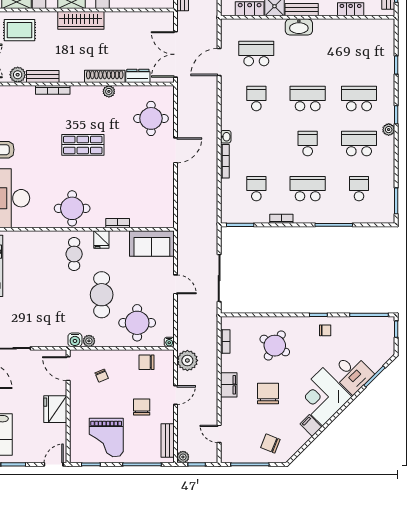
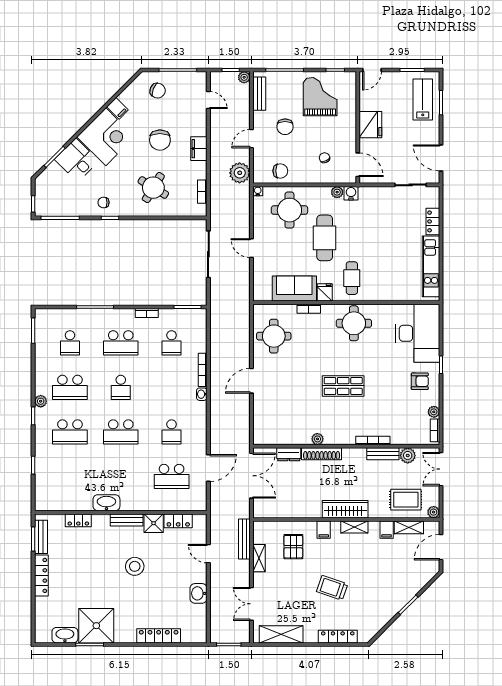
washbasin: (299, 27) -> (106, 503), moved
round table: (151, 118) -> (274, 336), moved
sofa: (152, 244) -> (294, 288), moved

